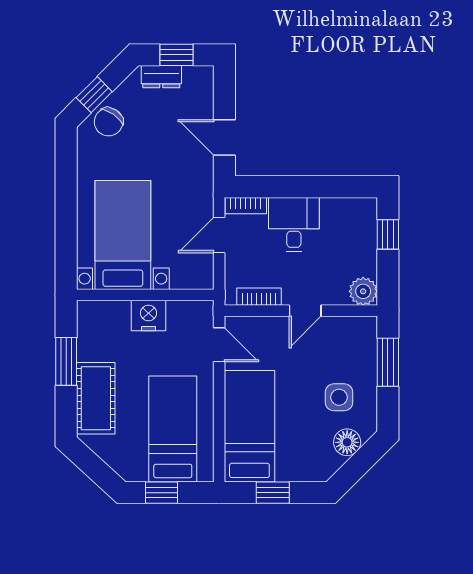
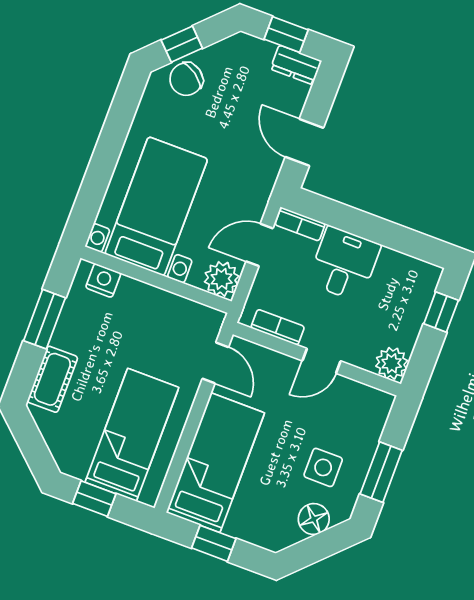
dresser: (161, 77) -> (296, 65), moved
plant: (198, 274) -> (222, 279), added
nightstand: (148, 315) -> (103, 280), moved, width x0.74, depth x0.75
window: (388, 362) -> (381, 472), moved
cot: (96, 398) -> (52, 379), width x0.73, depth x0.75

